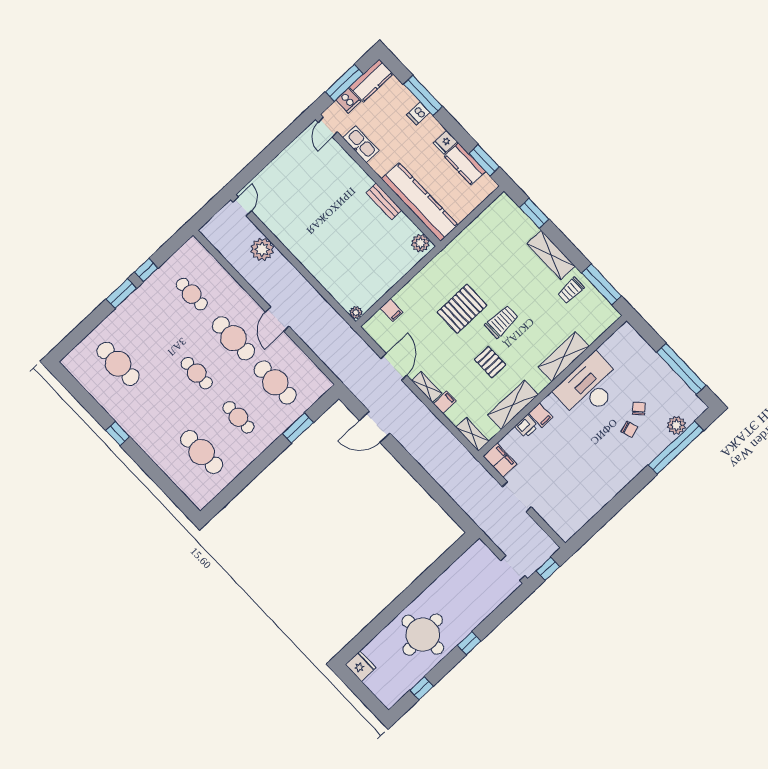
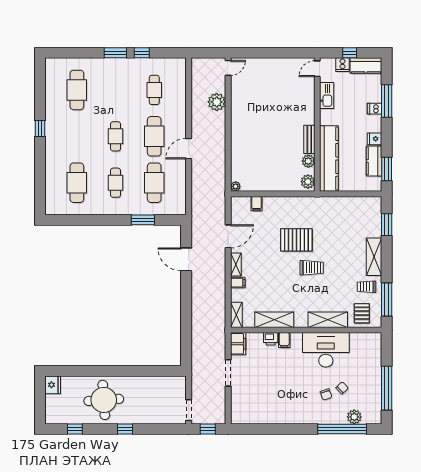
window: (344, 83) -> (350, 53), width x0.46
plant: (402, 223) -> (308, 161), added
pallet: (490, 362) -> (362, 313), moved

